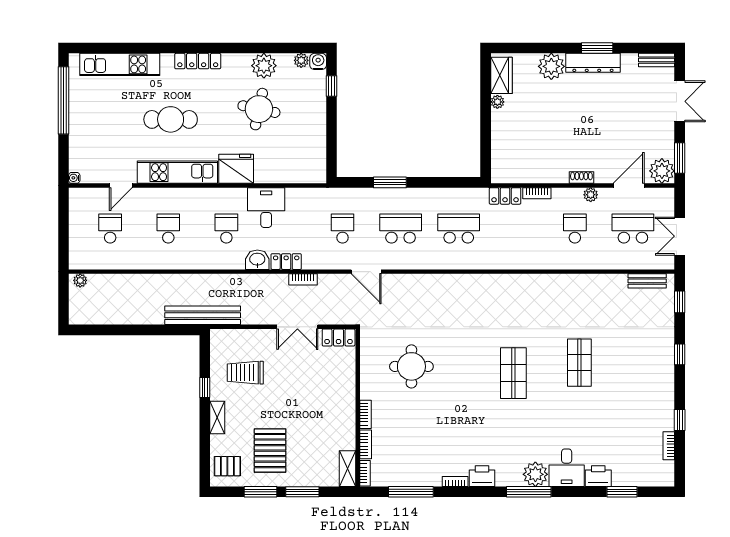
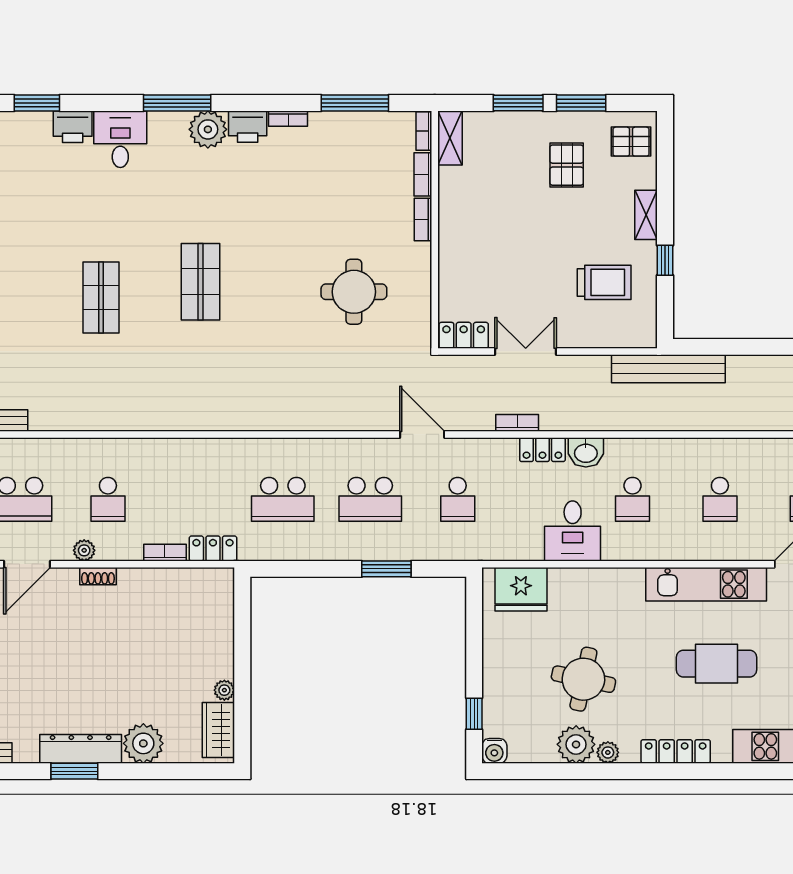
plant: (301, 60) -> (608, 752), moved
fridge: (236, 169) -> (521, 589), moved
pallet: (270, 451) -> (567, 165), width x0.67, depth x0.71
plant: (535, 474) -> (208, 129), moved

